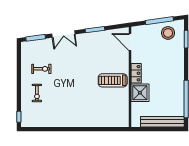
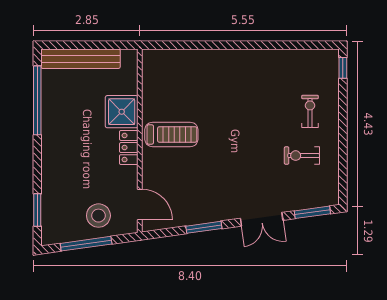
stool: (168, 33) -> (98, 216), moved
double door: (63, 34) -> (262, 219), swing flipped

